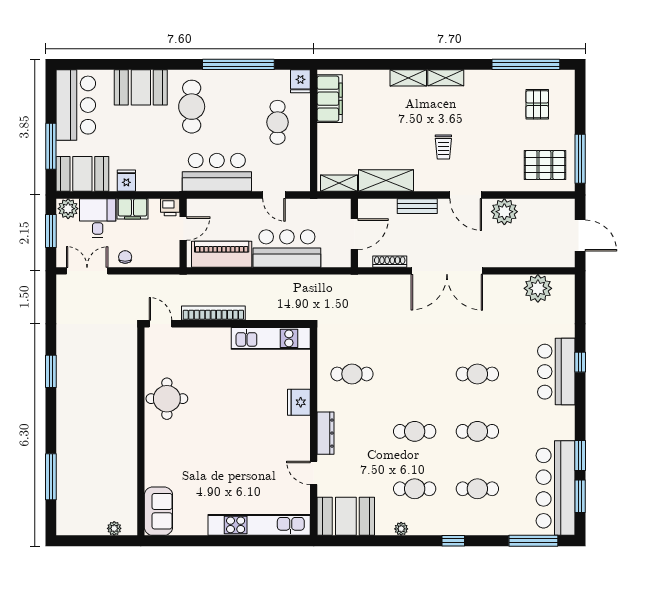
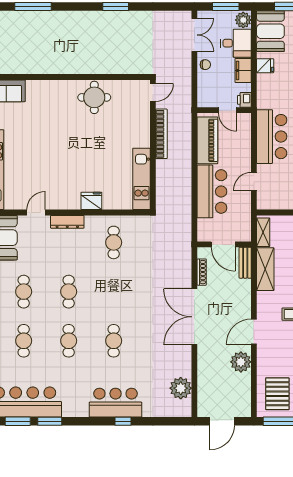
bench: (417, 206) -> (245, 263), moved

